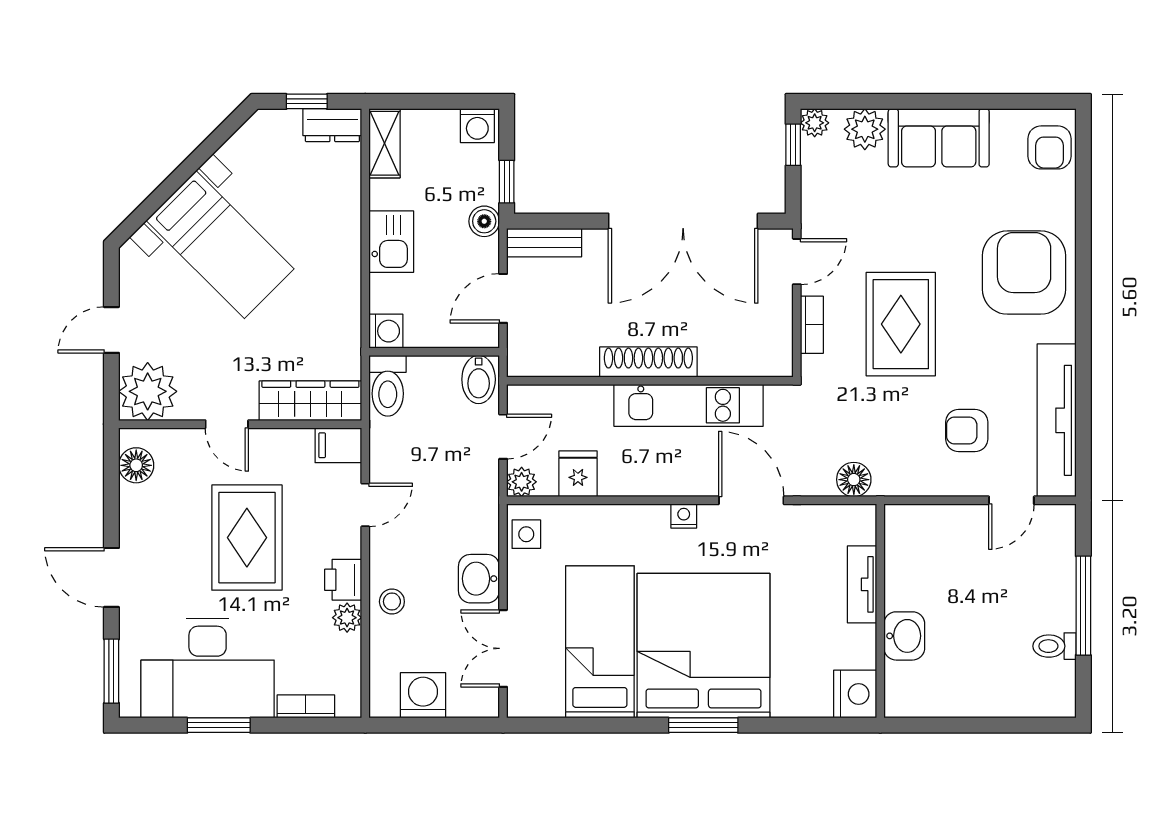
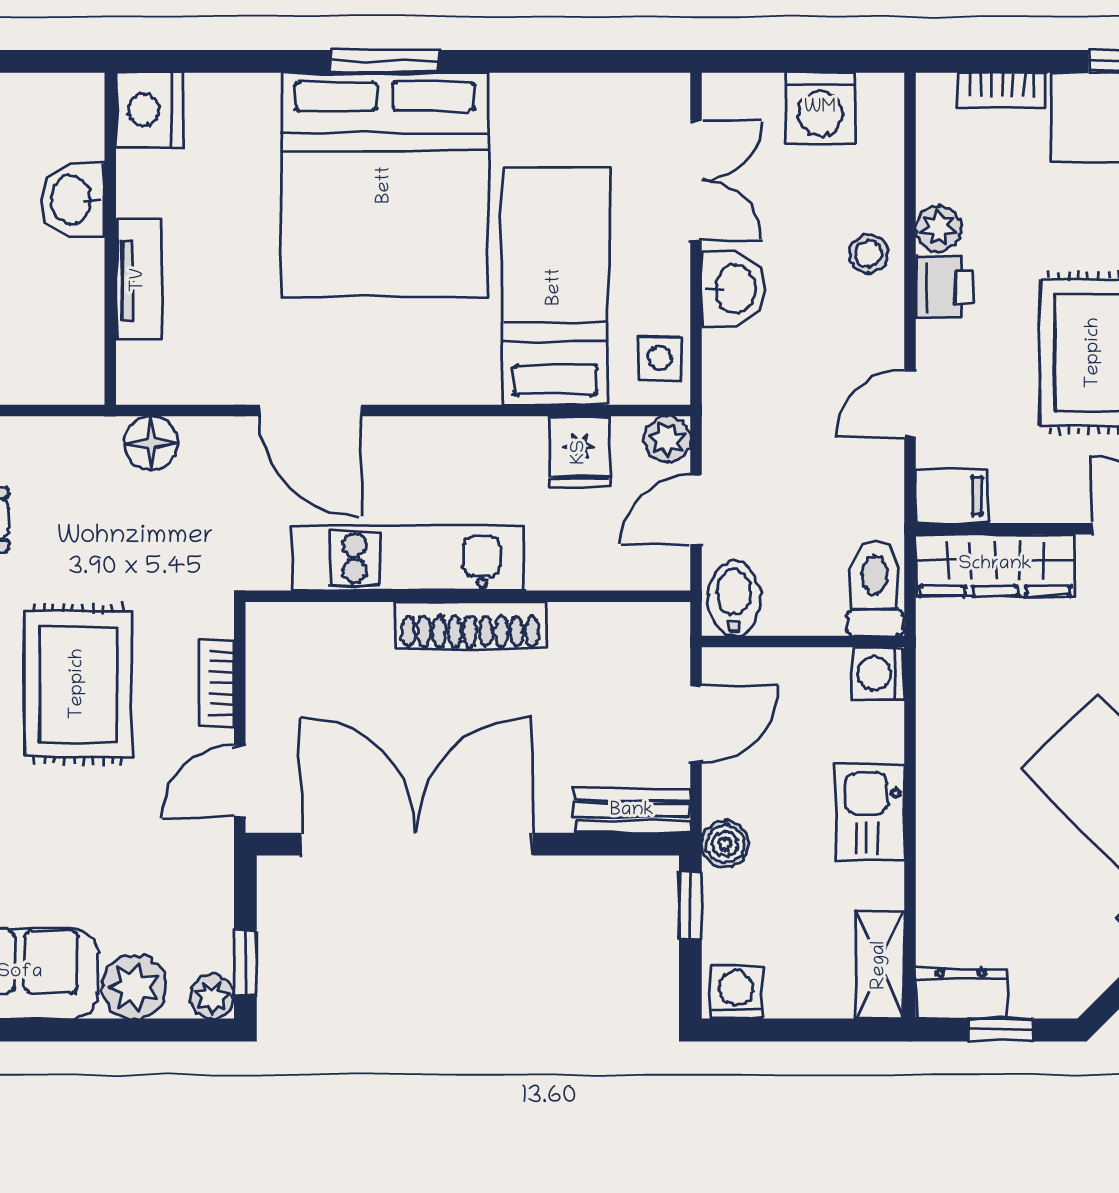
nightstand: (684, 516) -> (415, 386), removed
bed: (600, 642) -> (555, 287), moved, turned 180

